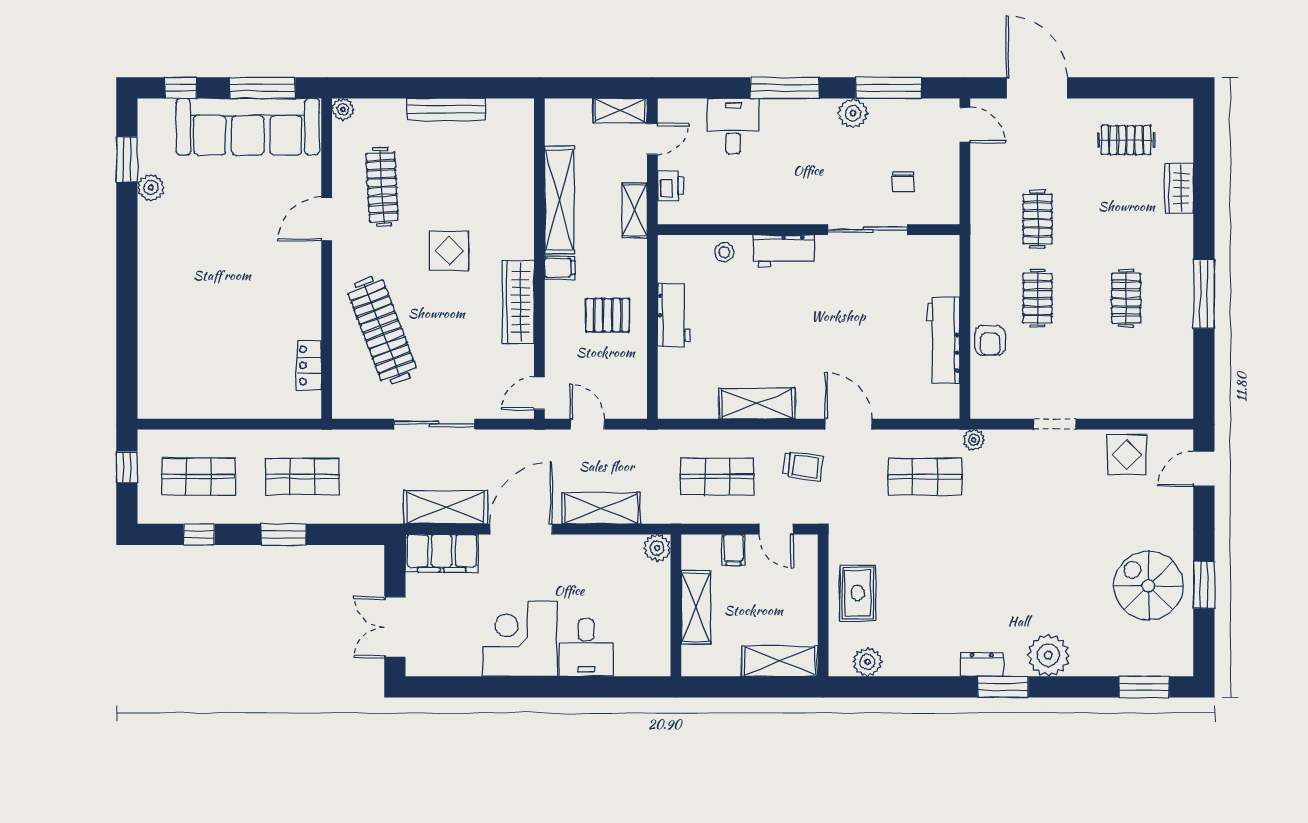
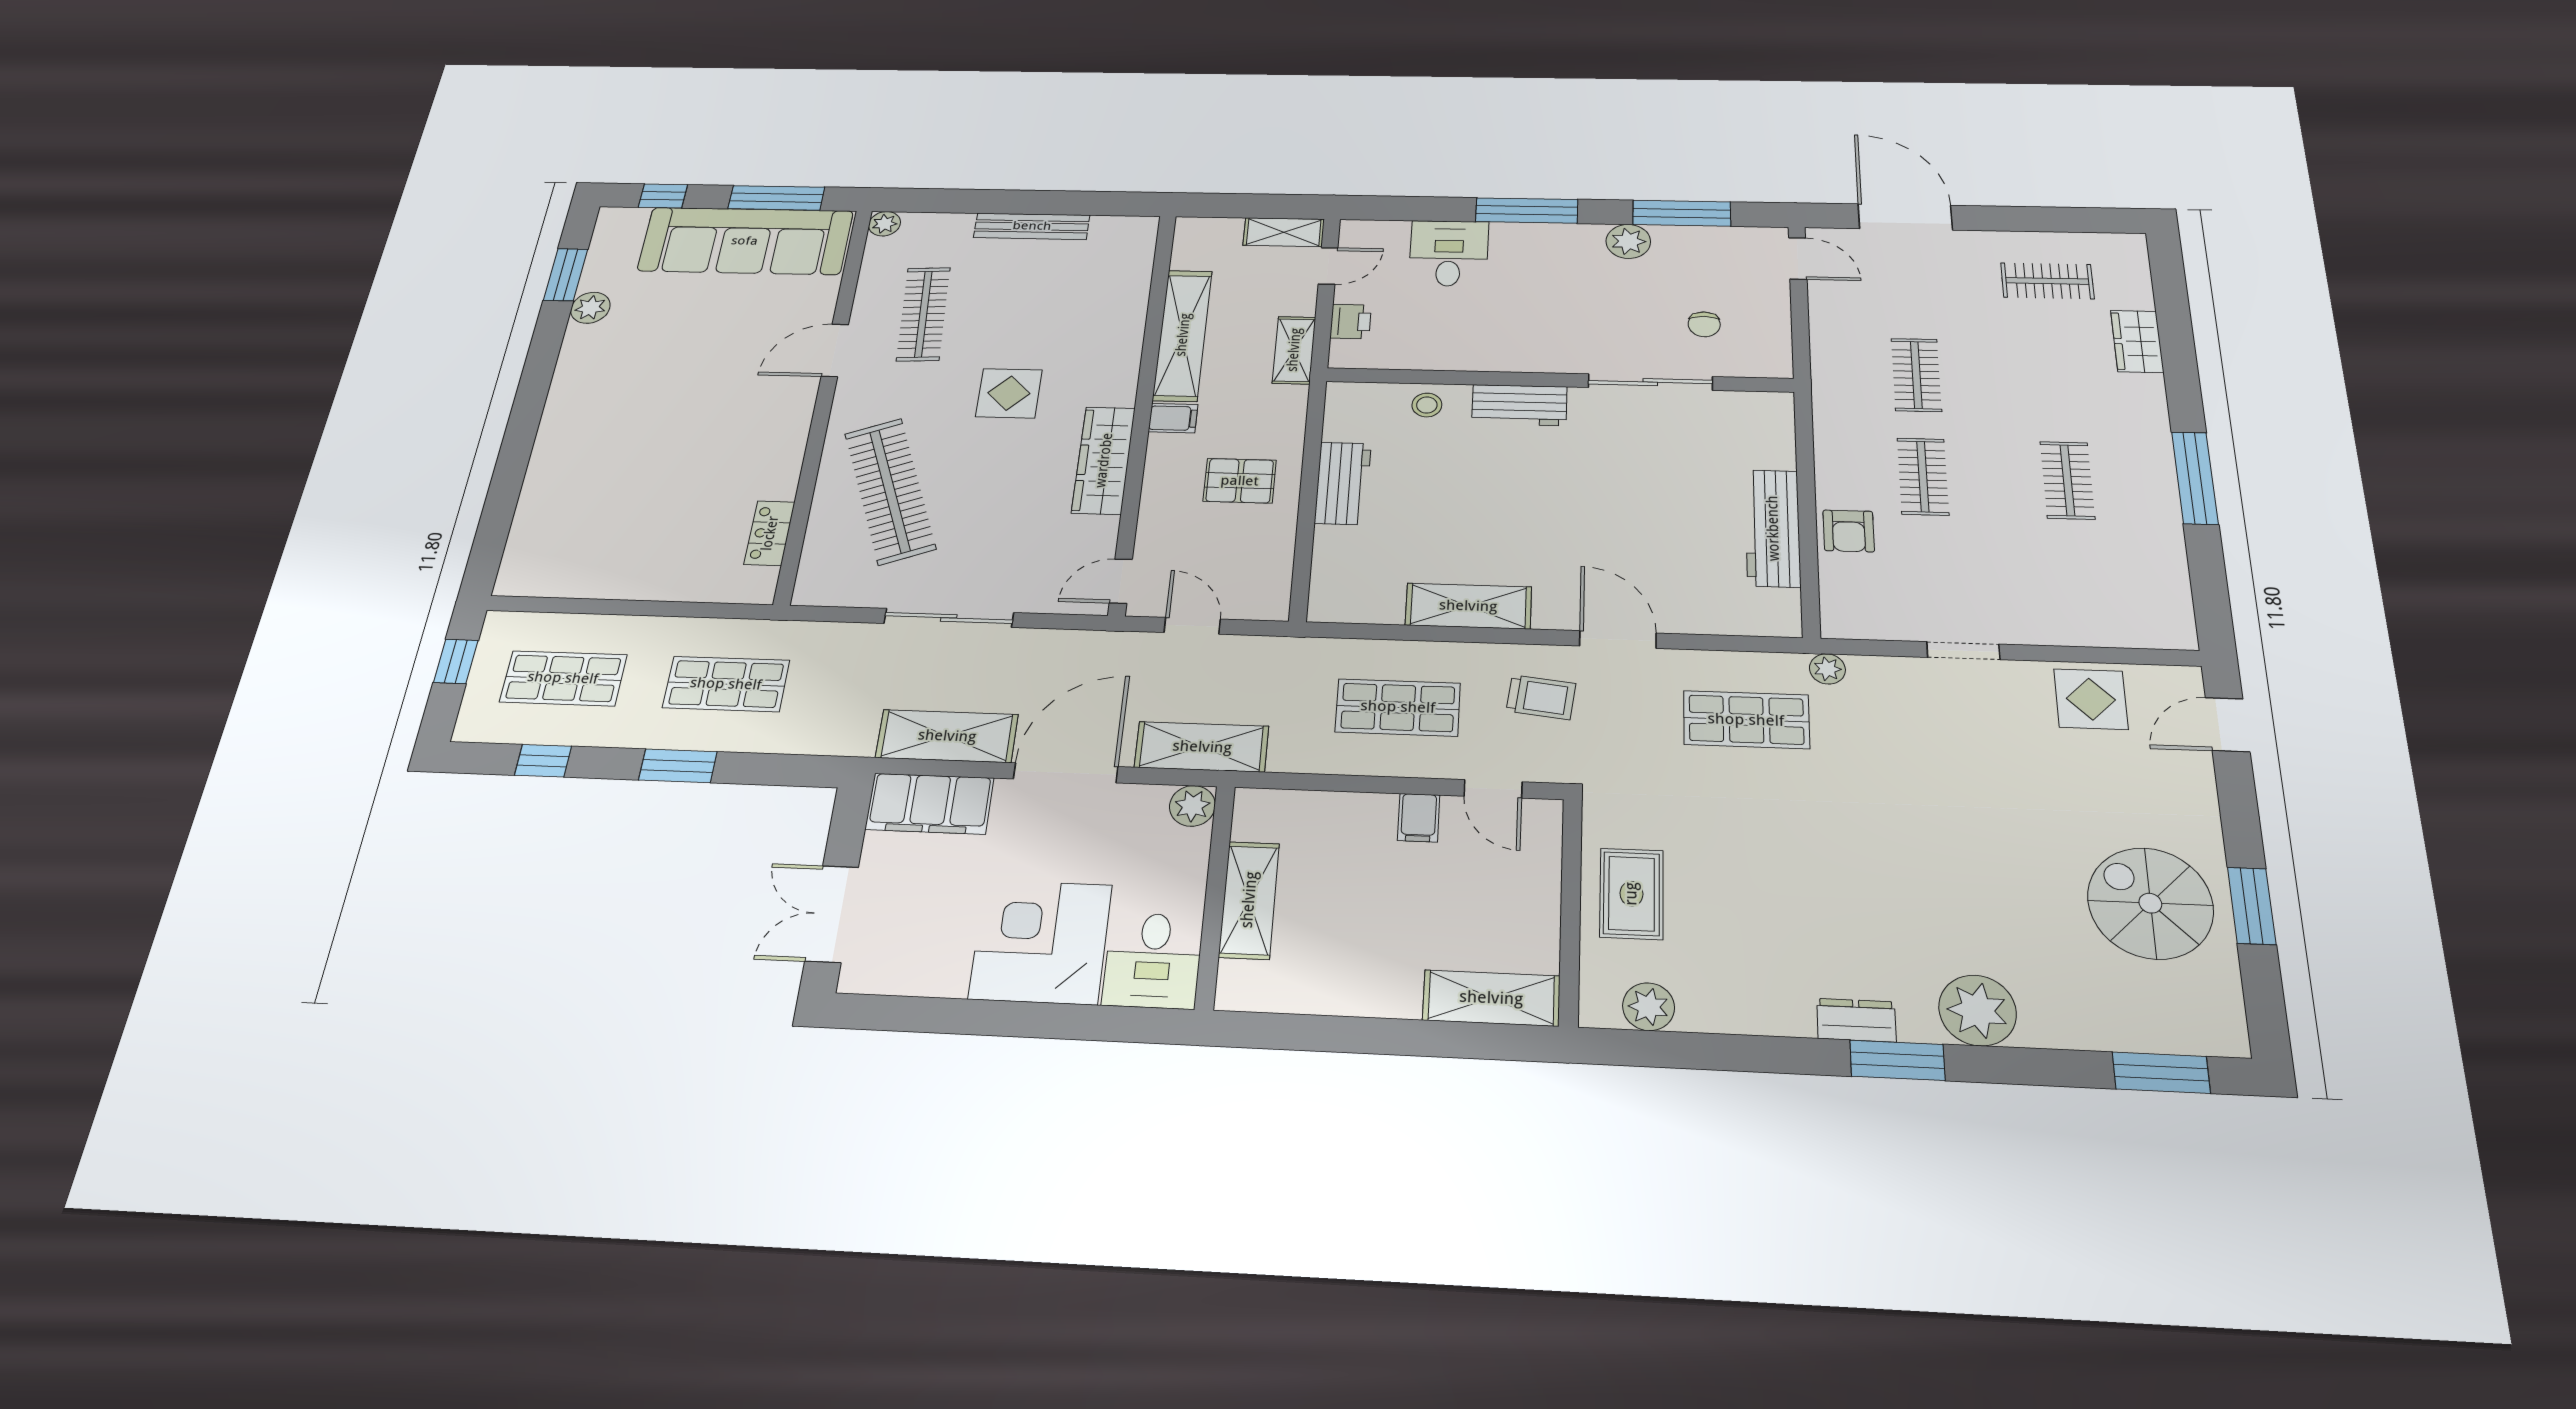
plant: (657, 548) -> (1192, 806), moved
wall: (676, 605) -> (1215, 896), moved
shelving: (696, 607) -> (1249, 900), moved

